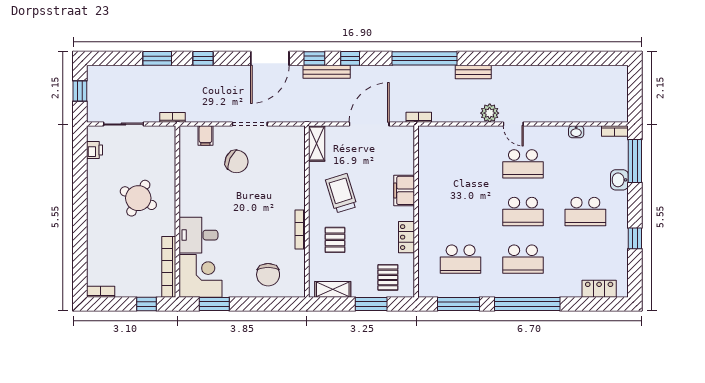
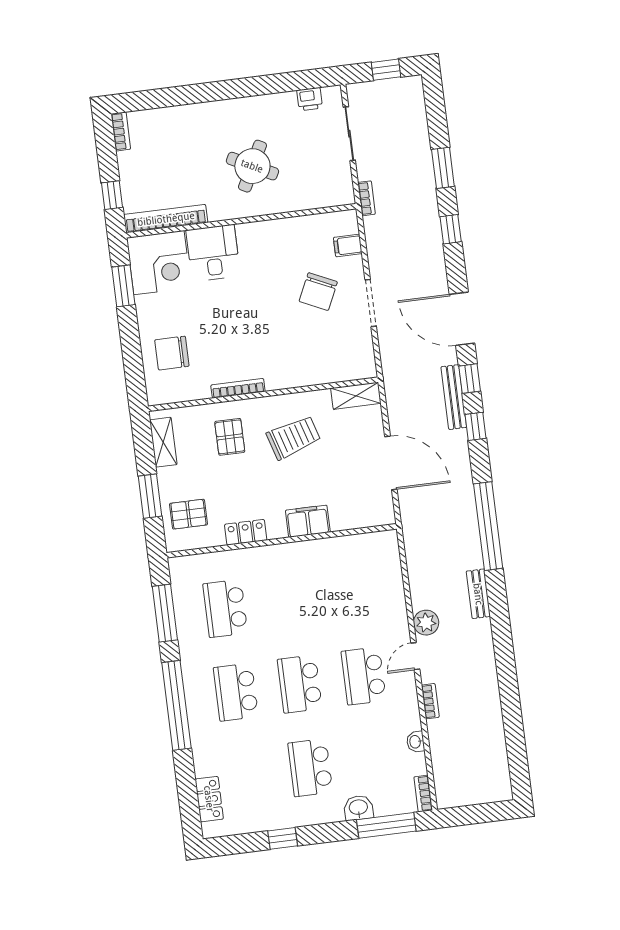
bookcase: (419, 117) -> (430, 701), moved
pallet: (335, 240) -> (230, 437), turned 90

